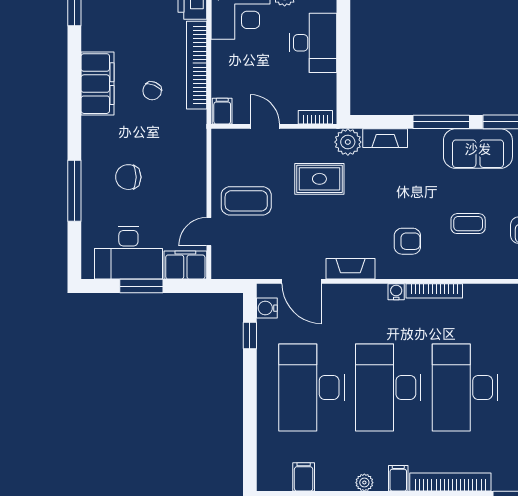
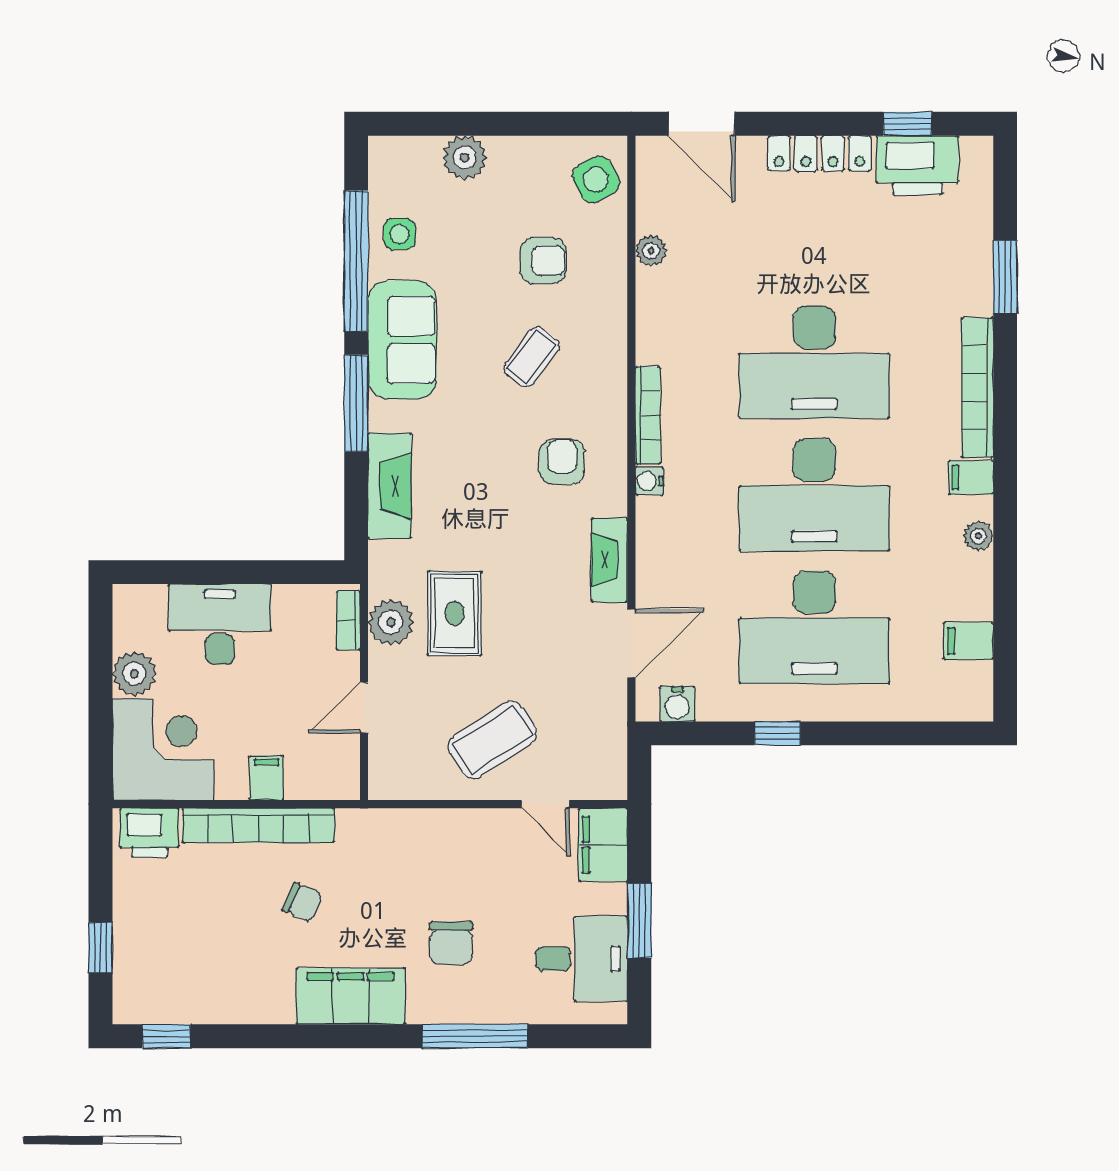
filing cabinet: (98, 84) -> (350, 996), moved
filing cabinet: (222, 111) -> (266, 778), moved, turned 90
fireplace: (385, 138) -> (390, 486), width x1.37, depth x1.32
plant: (348, 142) -> (391, 622), moved
coffee table: (246, 201) -> (492, 740), turned 57
coffee table: (468, 224) -> (532, 357), turned 37
desk: (128, 253) -> (582, 959), width x0.73
window: (250, 336) -> (777, 733), moved

